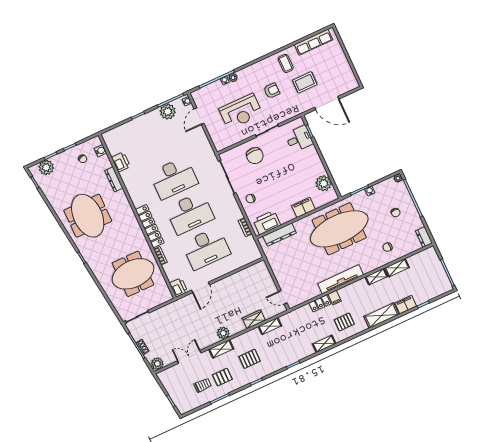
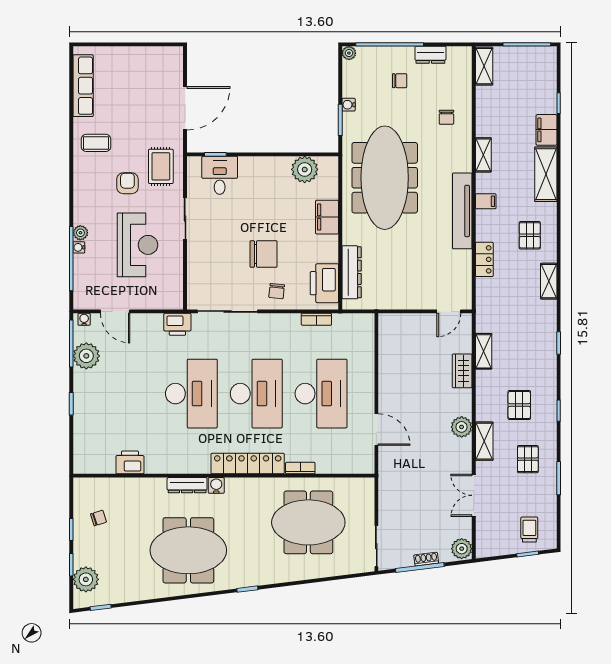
rug: (305, 82) -> (161, 166), moved
water cooler: (100, 151) -> (216, 485), moved
chair: (255, 156) -> (264, 254), moved
dresser: (114, 179) -> (187, 485), moved
dresser: (424, 237) -> (430, 55), moved
shelving: (397, 268) -> (484, 66), moved
meeting table: (133, 274) -> (308, 522), turned 90
printer: (179, 288) -> (177, 324), moved, turned 180
filing cabinet: (335, 298) -> (486, 201), moved
trolley: (203, 385) -> (529, 530), moved

